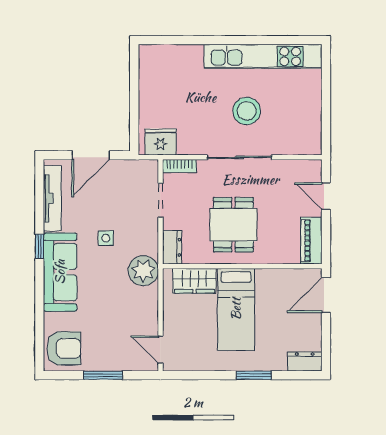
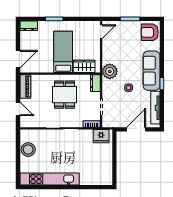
stool: (247, 111) -> (28, 149), moved
door: (160, 350) -> (101, 32), hinge flipped

